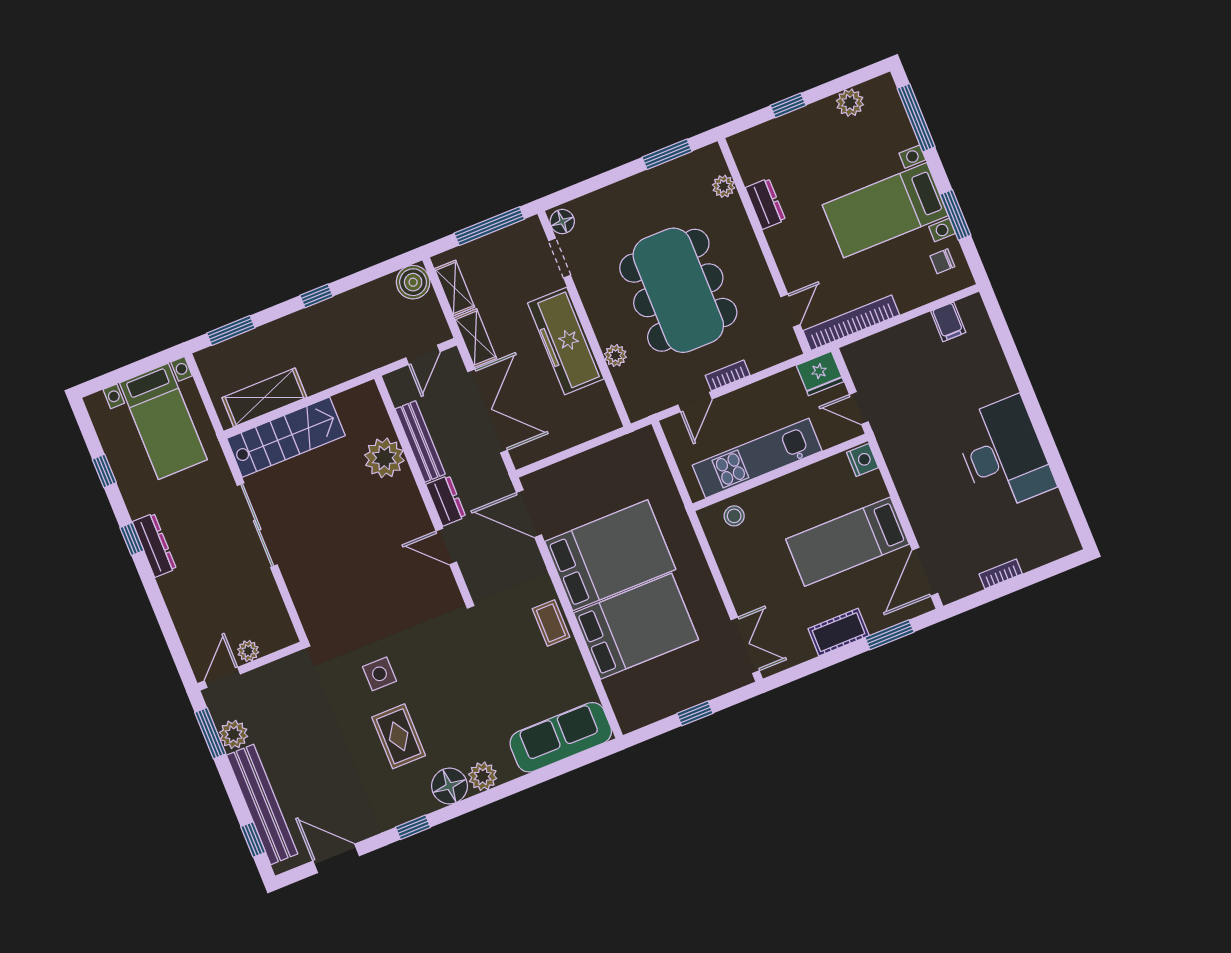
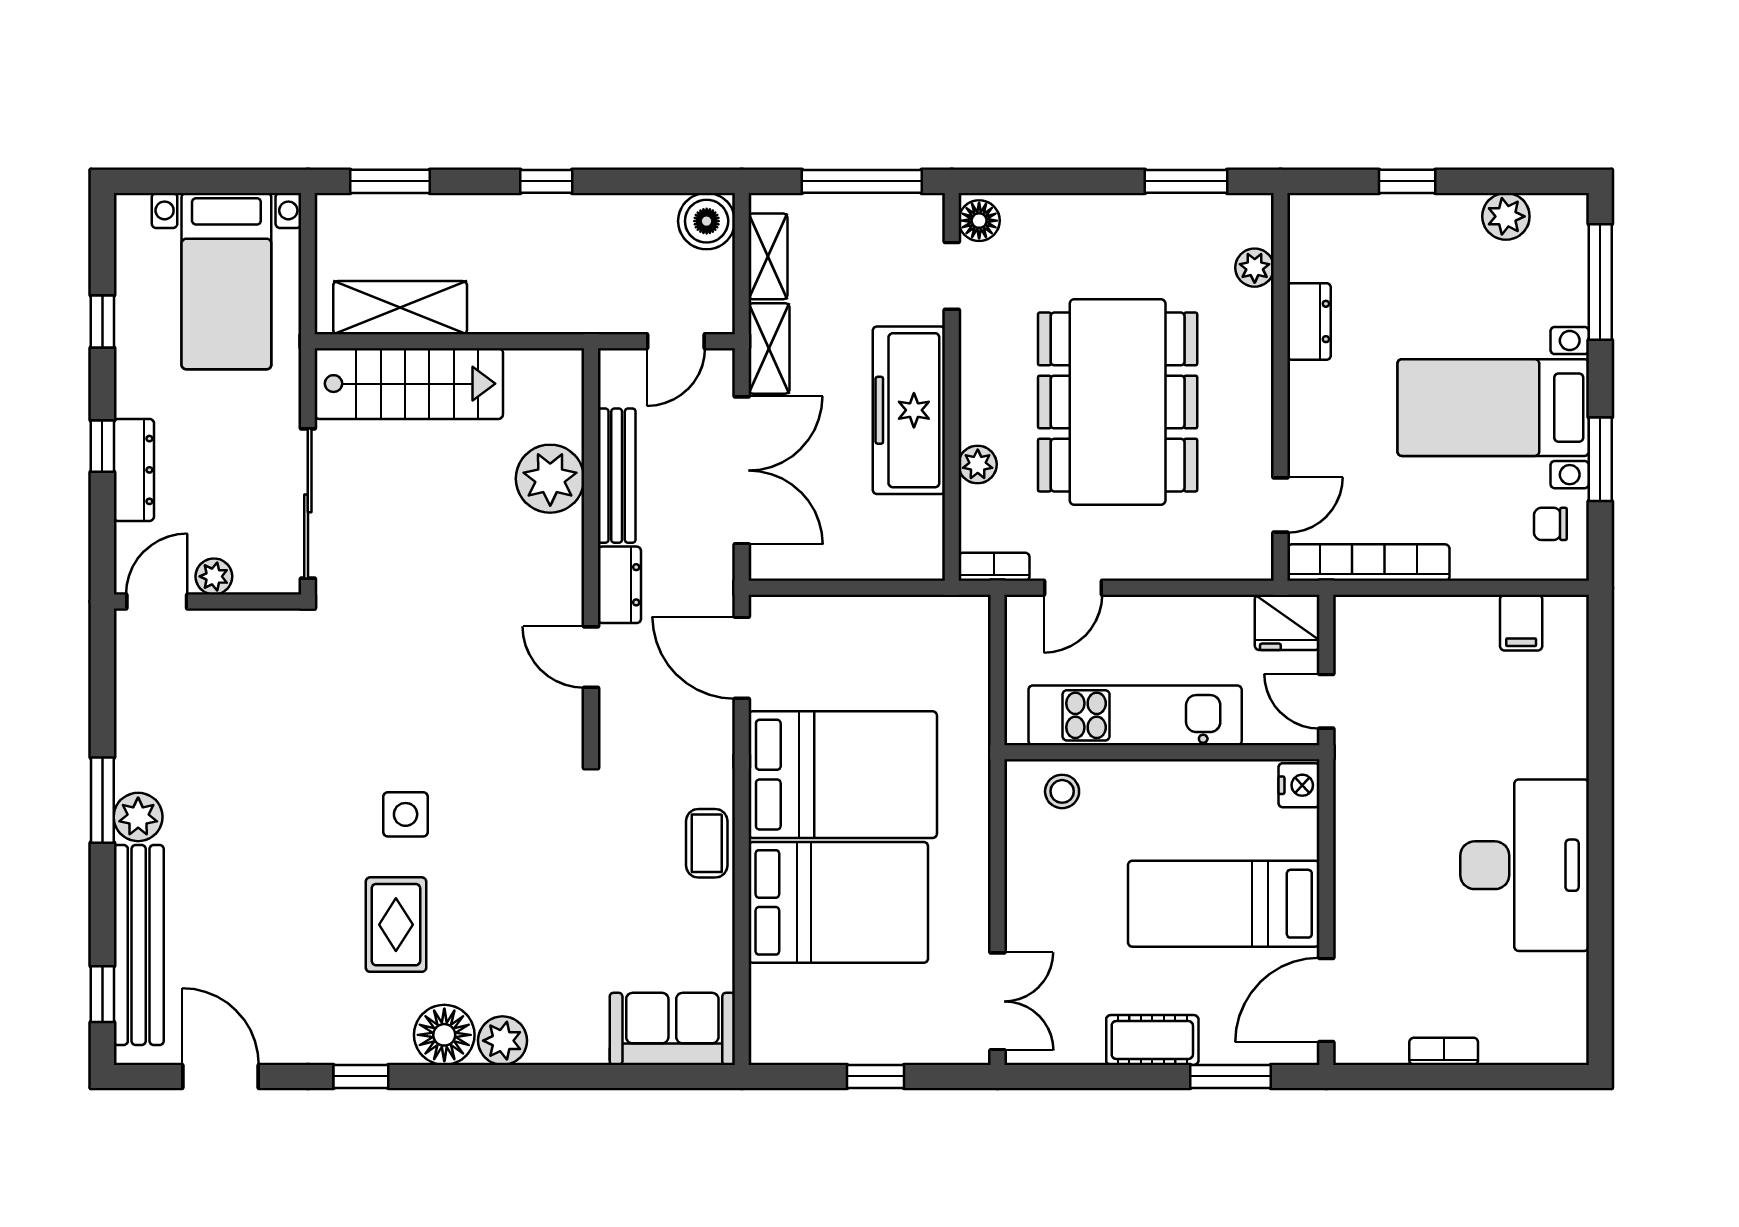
bookcase: (728, 375) -> (994, 567), moved
plant: (248, 651) -> (214, 576), moved
wall: (250, 666) -> (207, 602), moved
door: (222, 677) -> (157, 602), moved
sofa: (561, 737) -> (672, 1029), width x0.73

